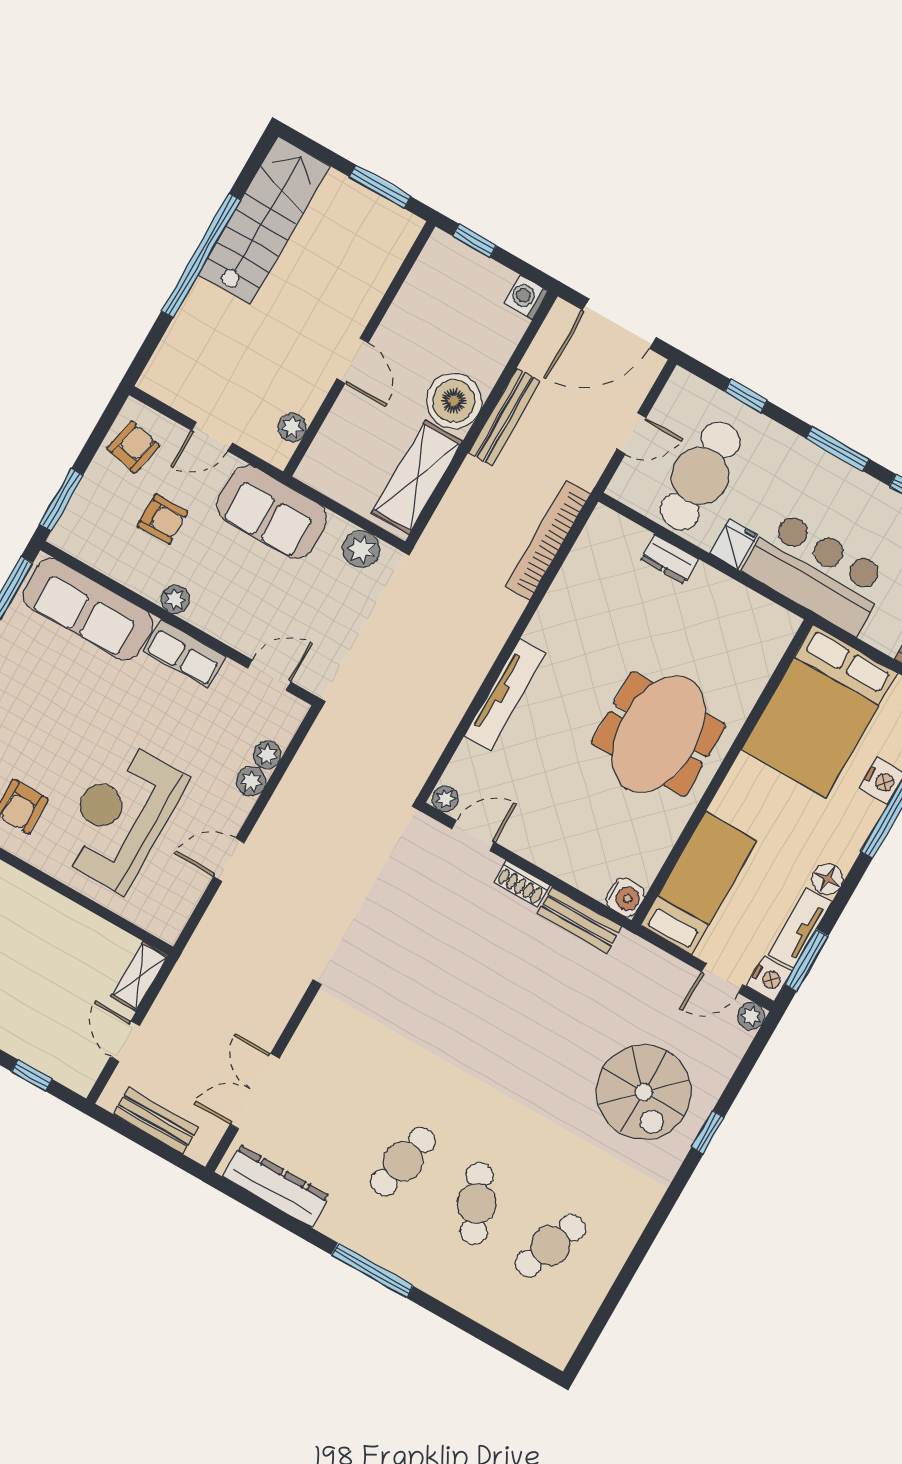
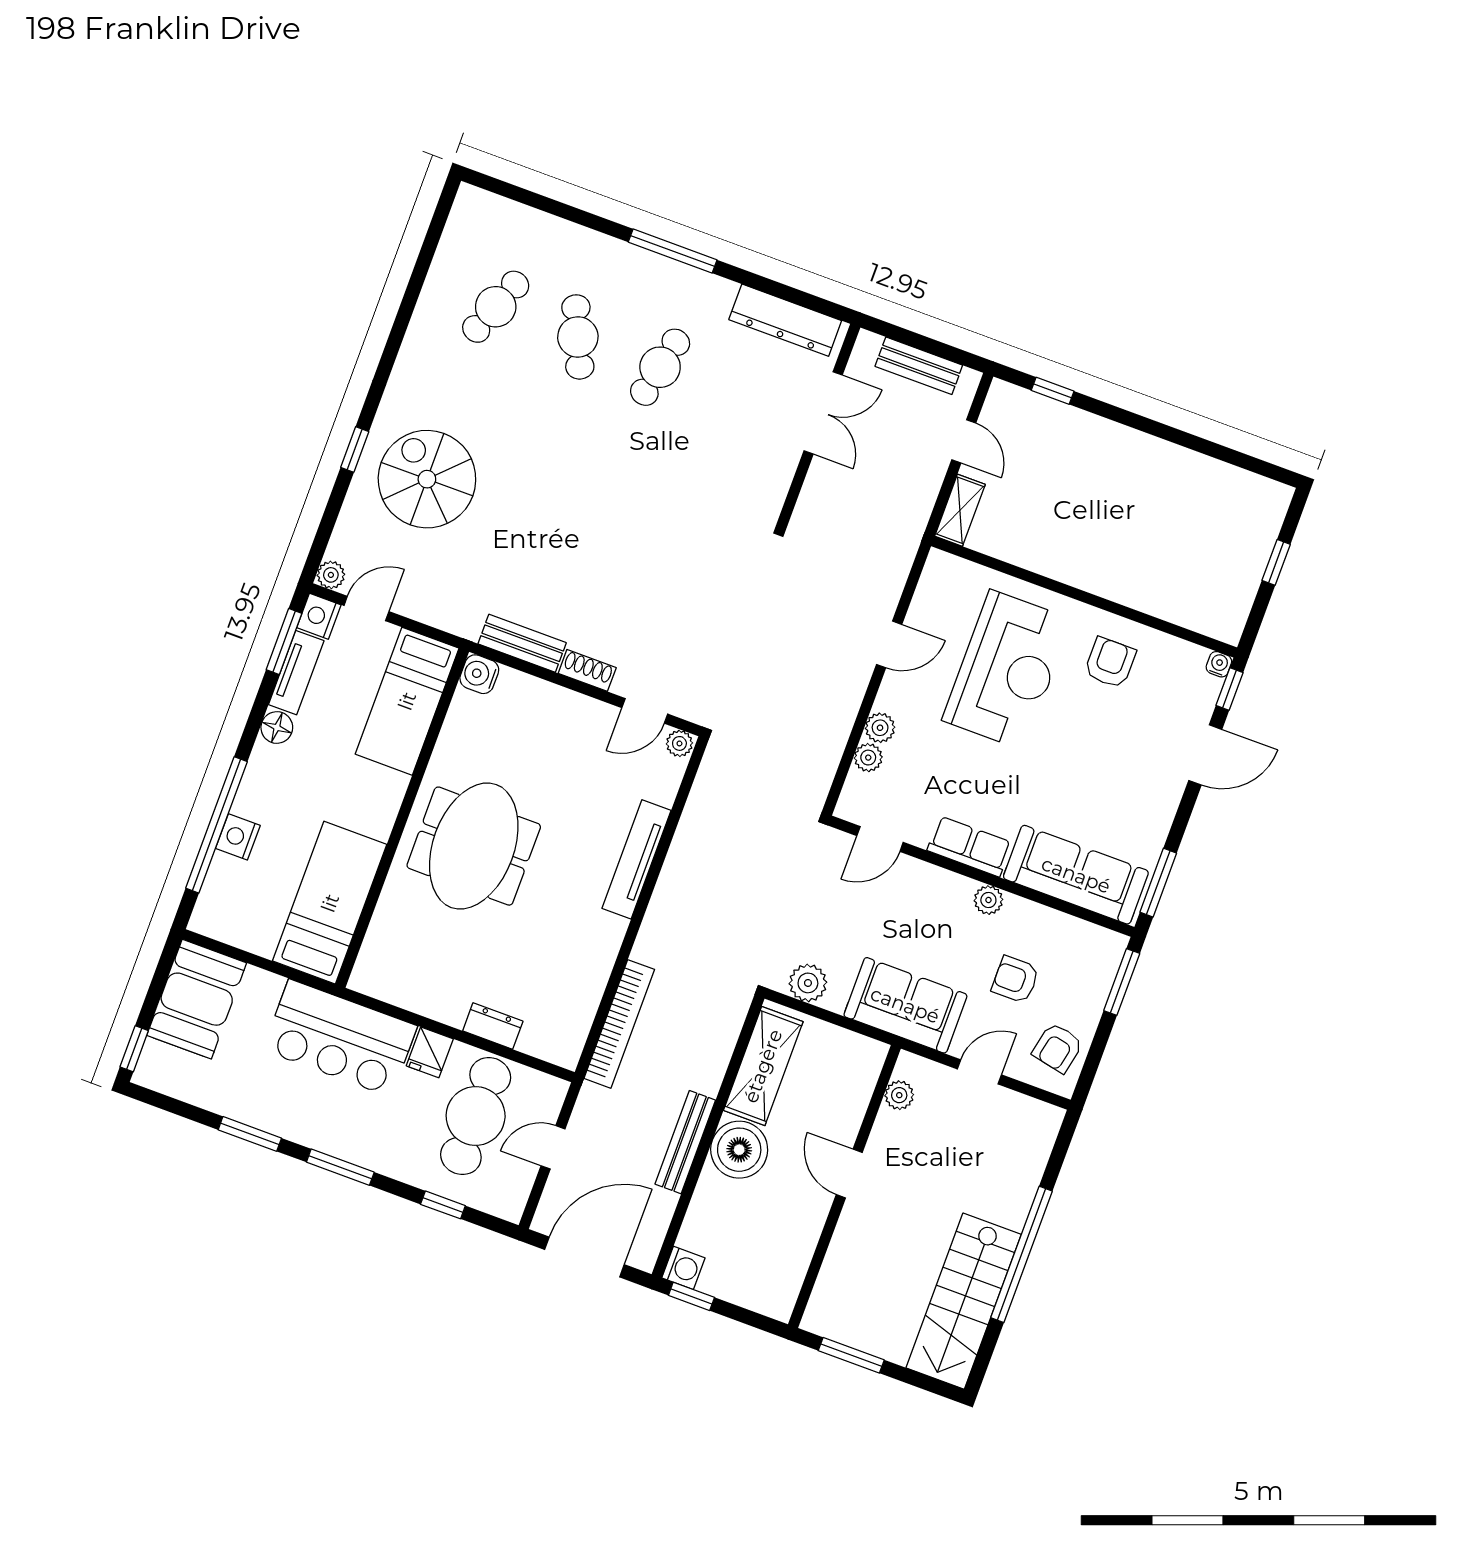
window: (475, 241) -> (691, 1296), moved
bed: (819, 711) -> (330, 903), width x0.67

